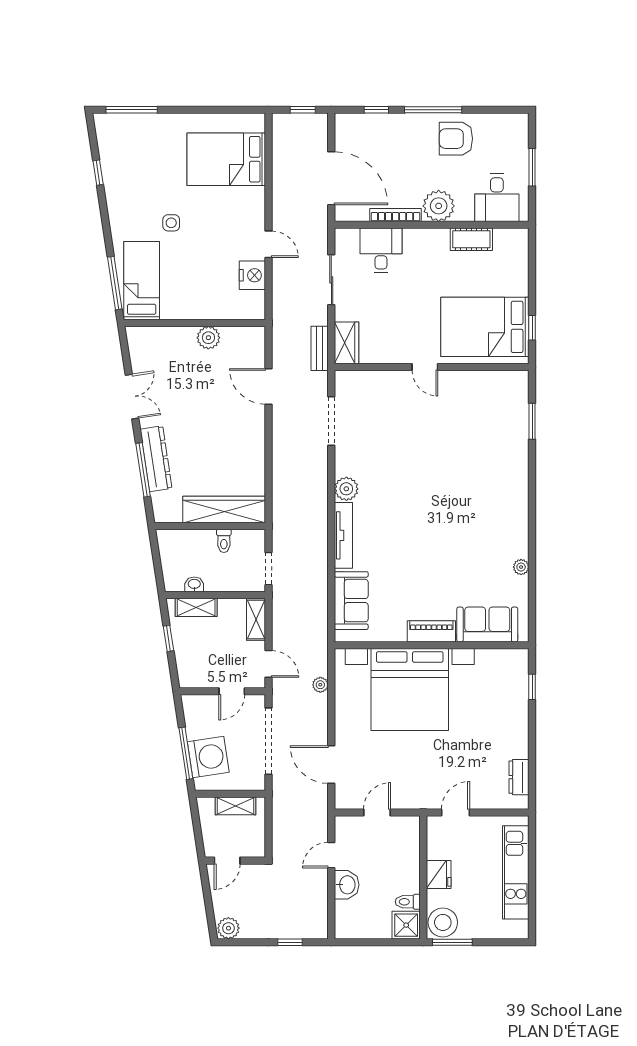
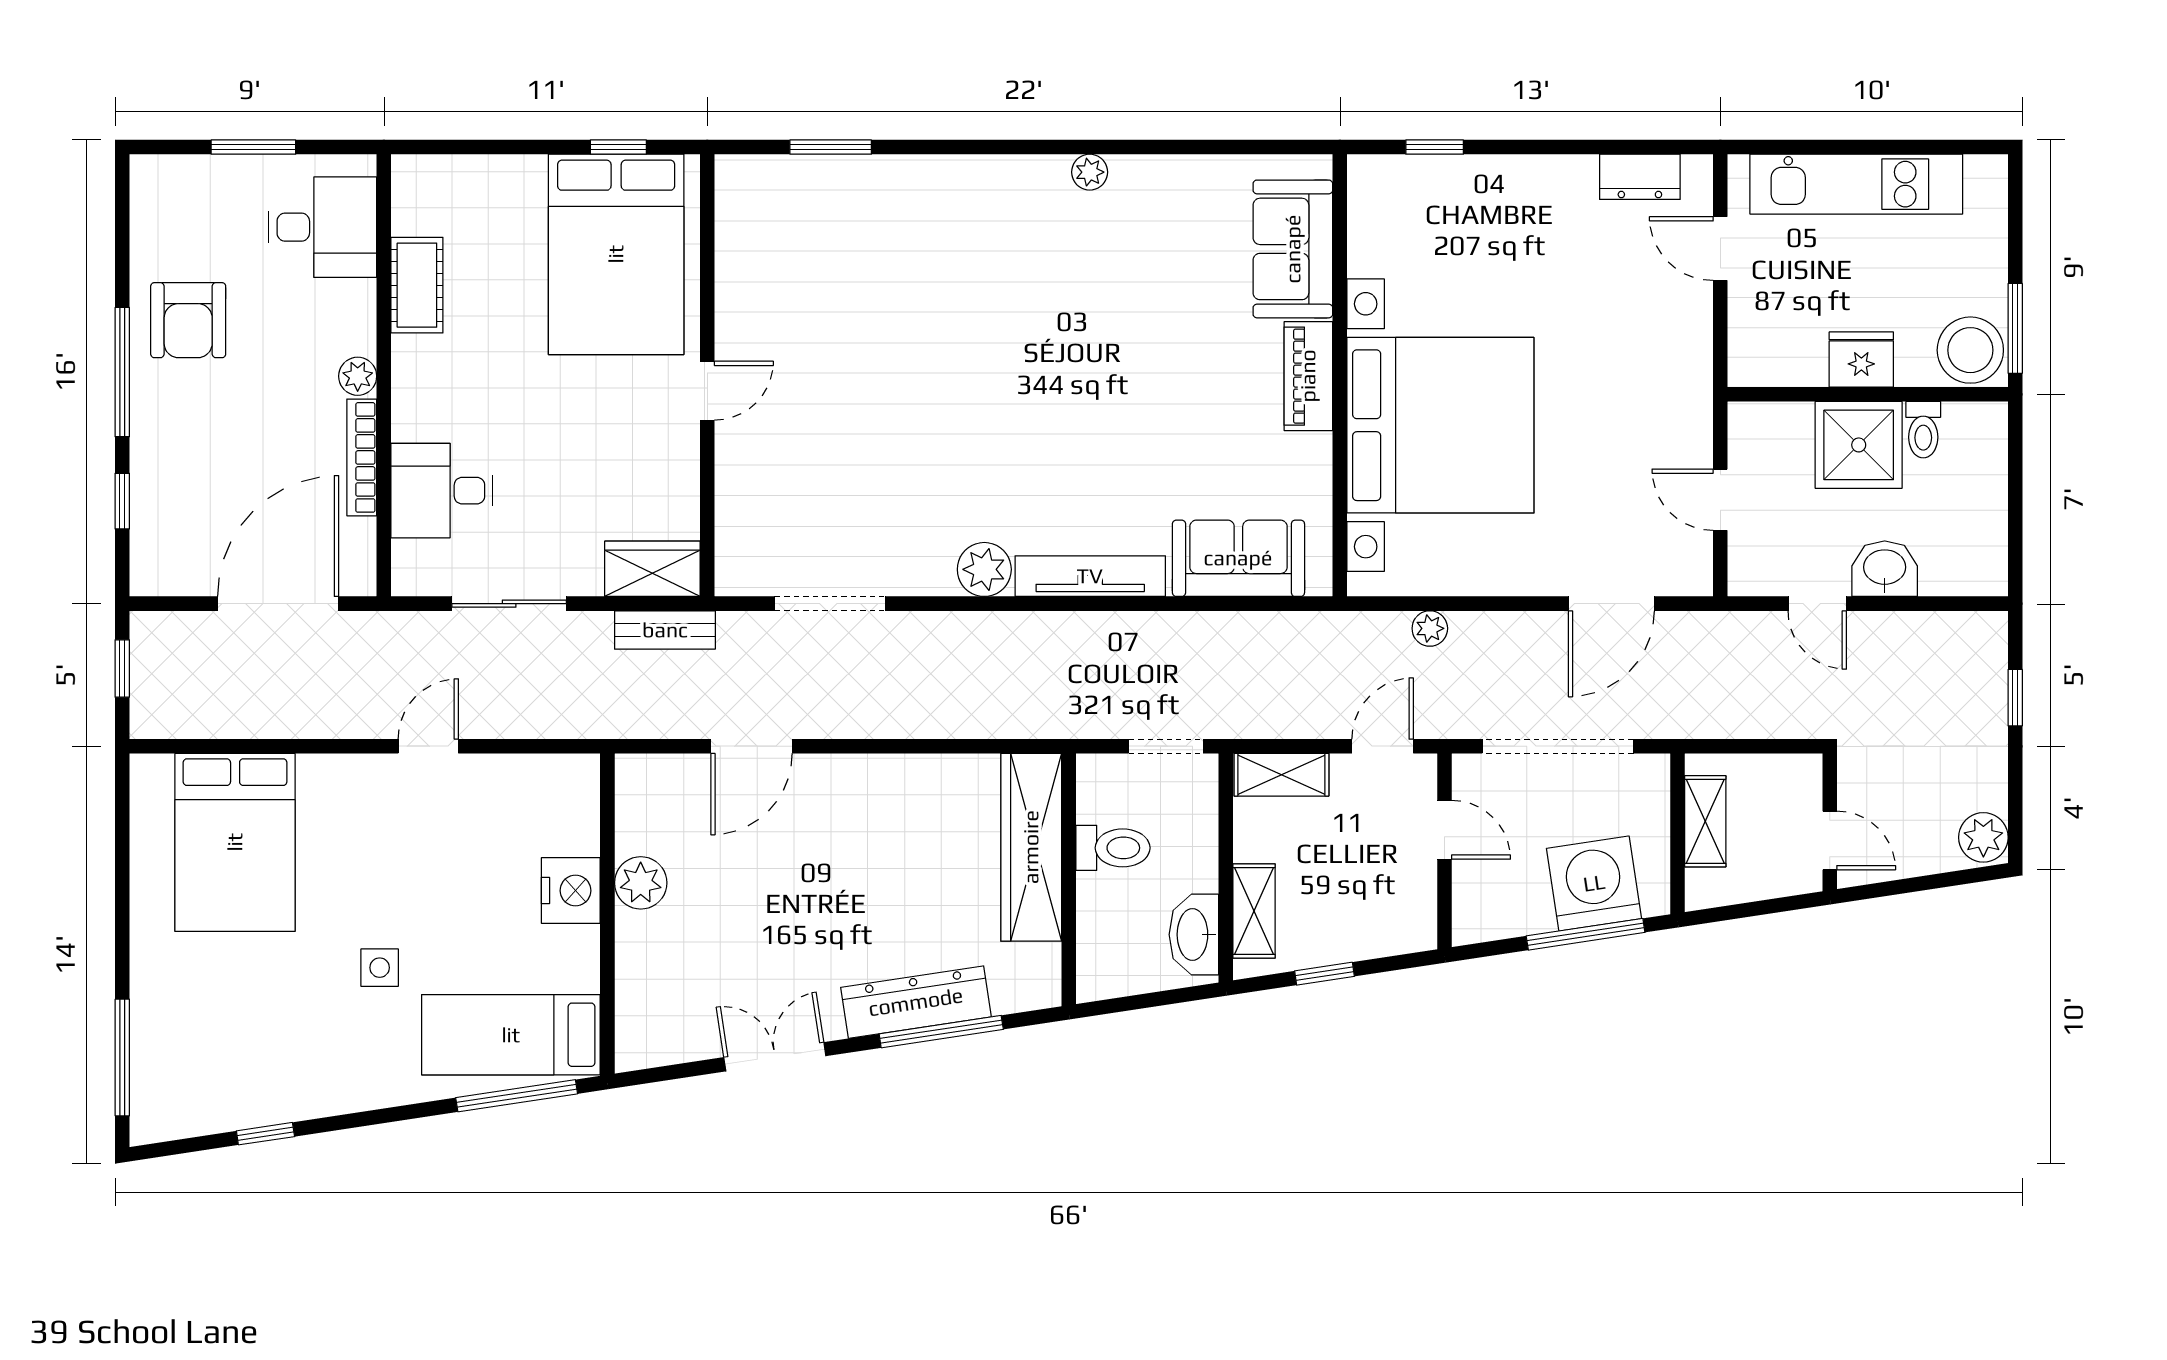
plant: (439, 206) -> (358, 376), width x0.53, depth x0.53
nightstand: (252, 275) -> (571, 891), moved, turned 90
toilet: (224, 541) -> (1113, 848), width x1.37, depth x1.39
plant: (521, 567) -> (1090, 172), moved
washbasin: (194, 584) -> (1194, 935), width x1.91, depth x1.45
door: (456, 813) -> (1720, 249), moved
shower: (406, 925) -> (1859, 445), moved, width x1.36, depth x1.36

